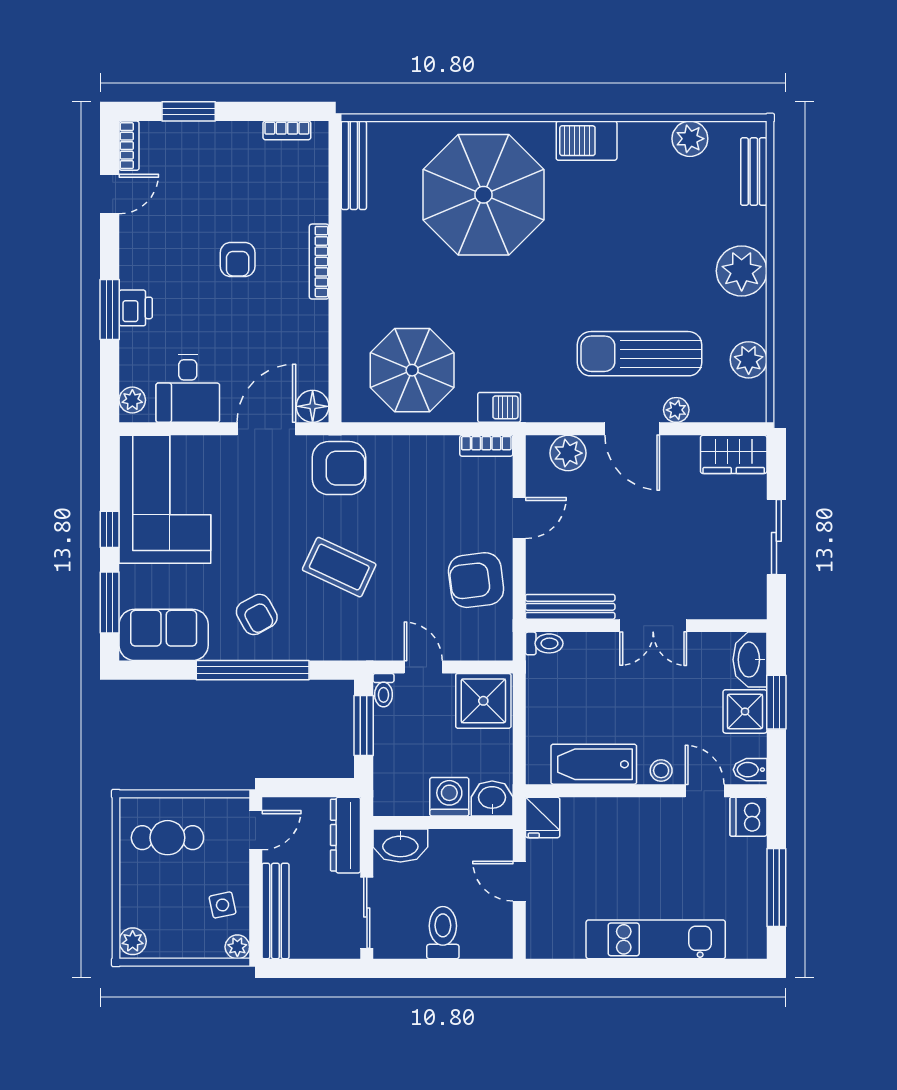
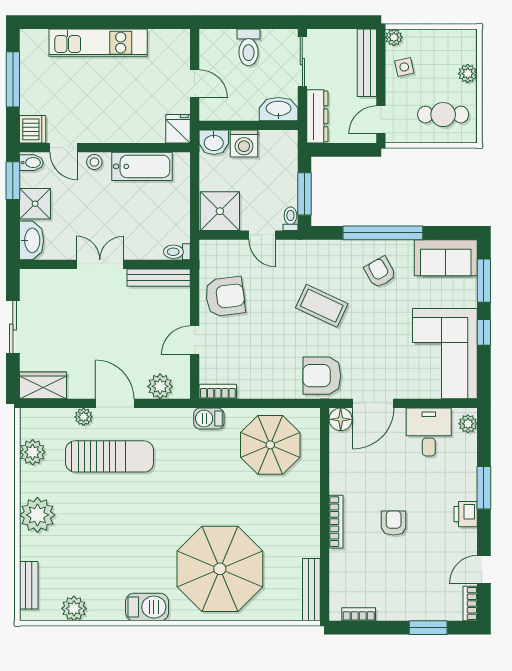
printer: (136, 308) -> (466, 514), moved
window: (776, 702) -> (13, 181), moved
plant: (133, 941) -> (468, 74), moved

